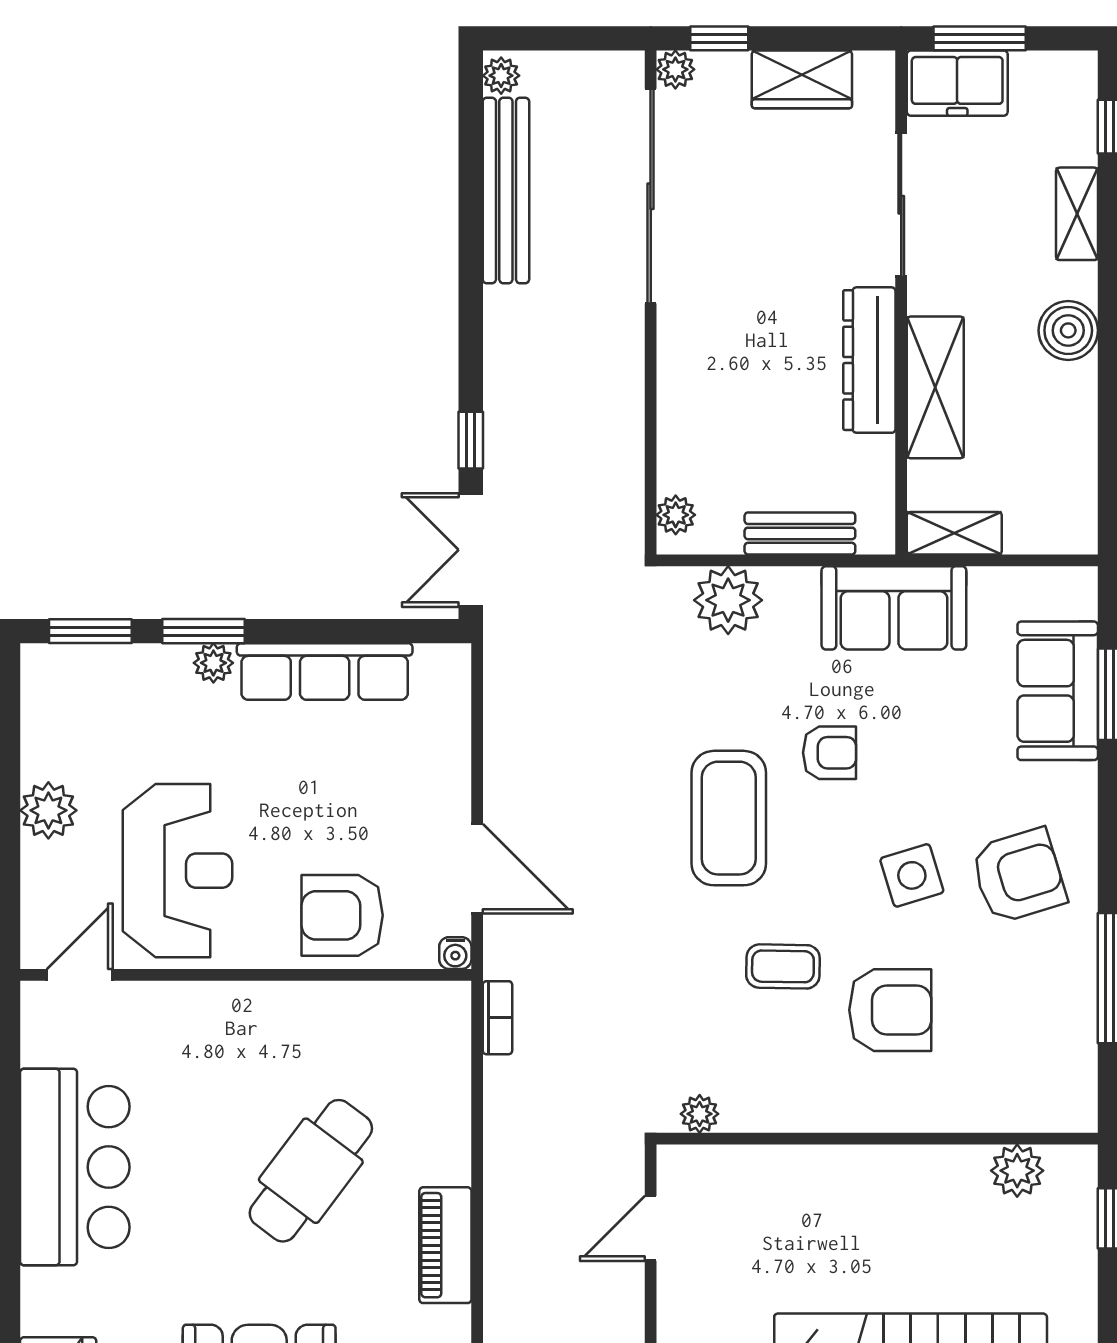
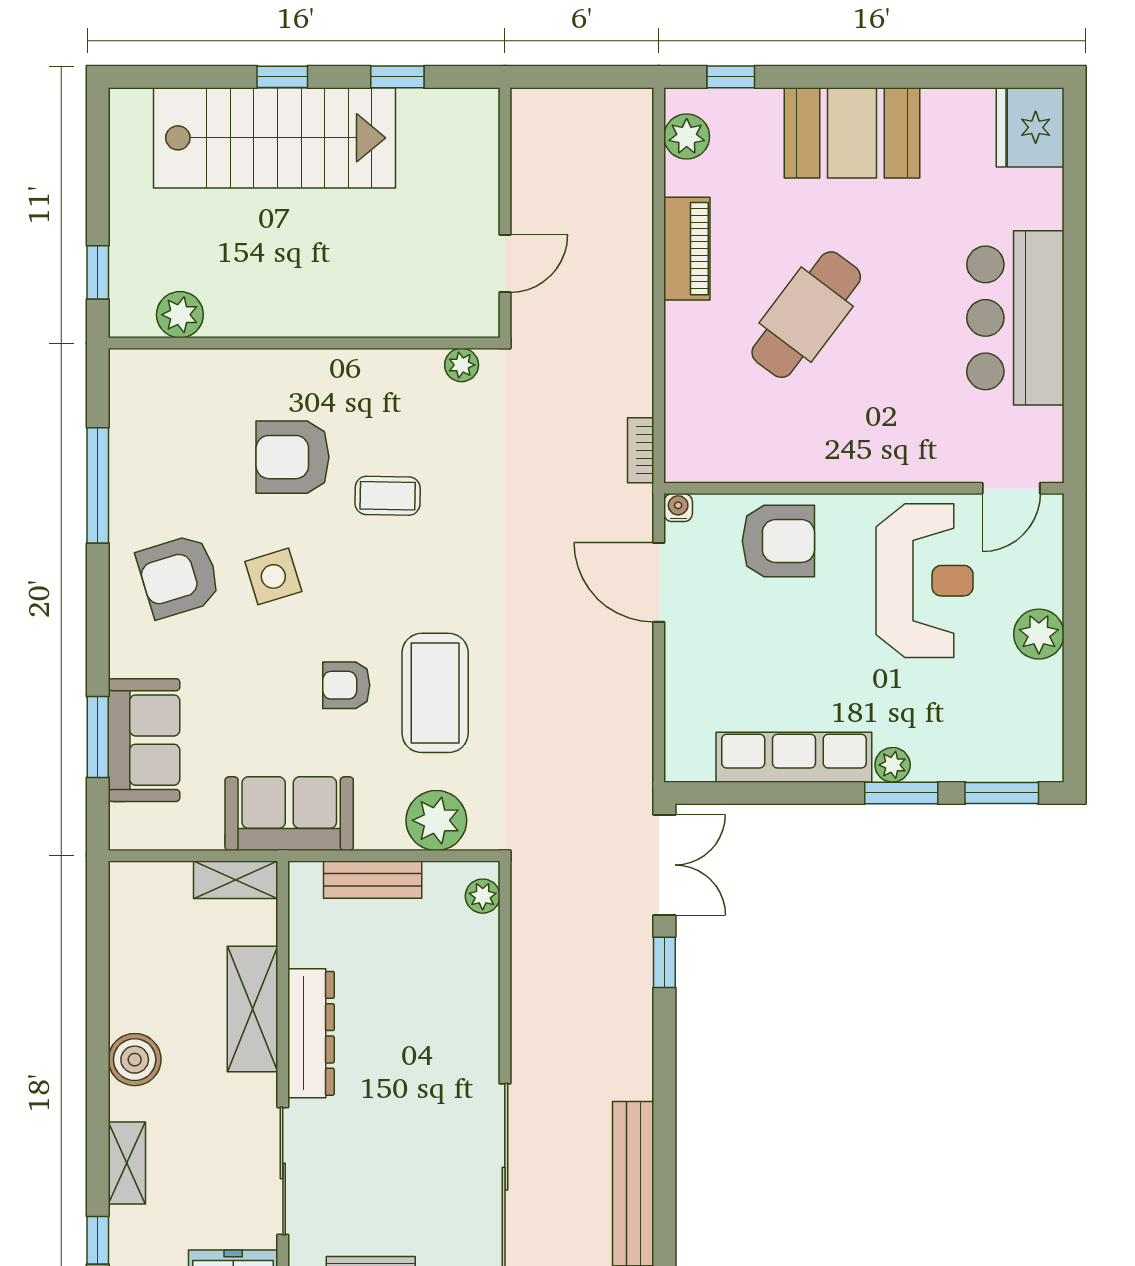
coffee table: (729, 818) -> (435, 693), moved
reception desk: (177, 871) -> (924, 581), turned 180

